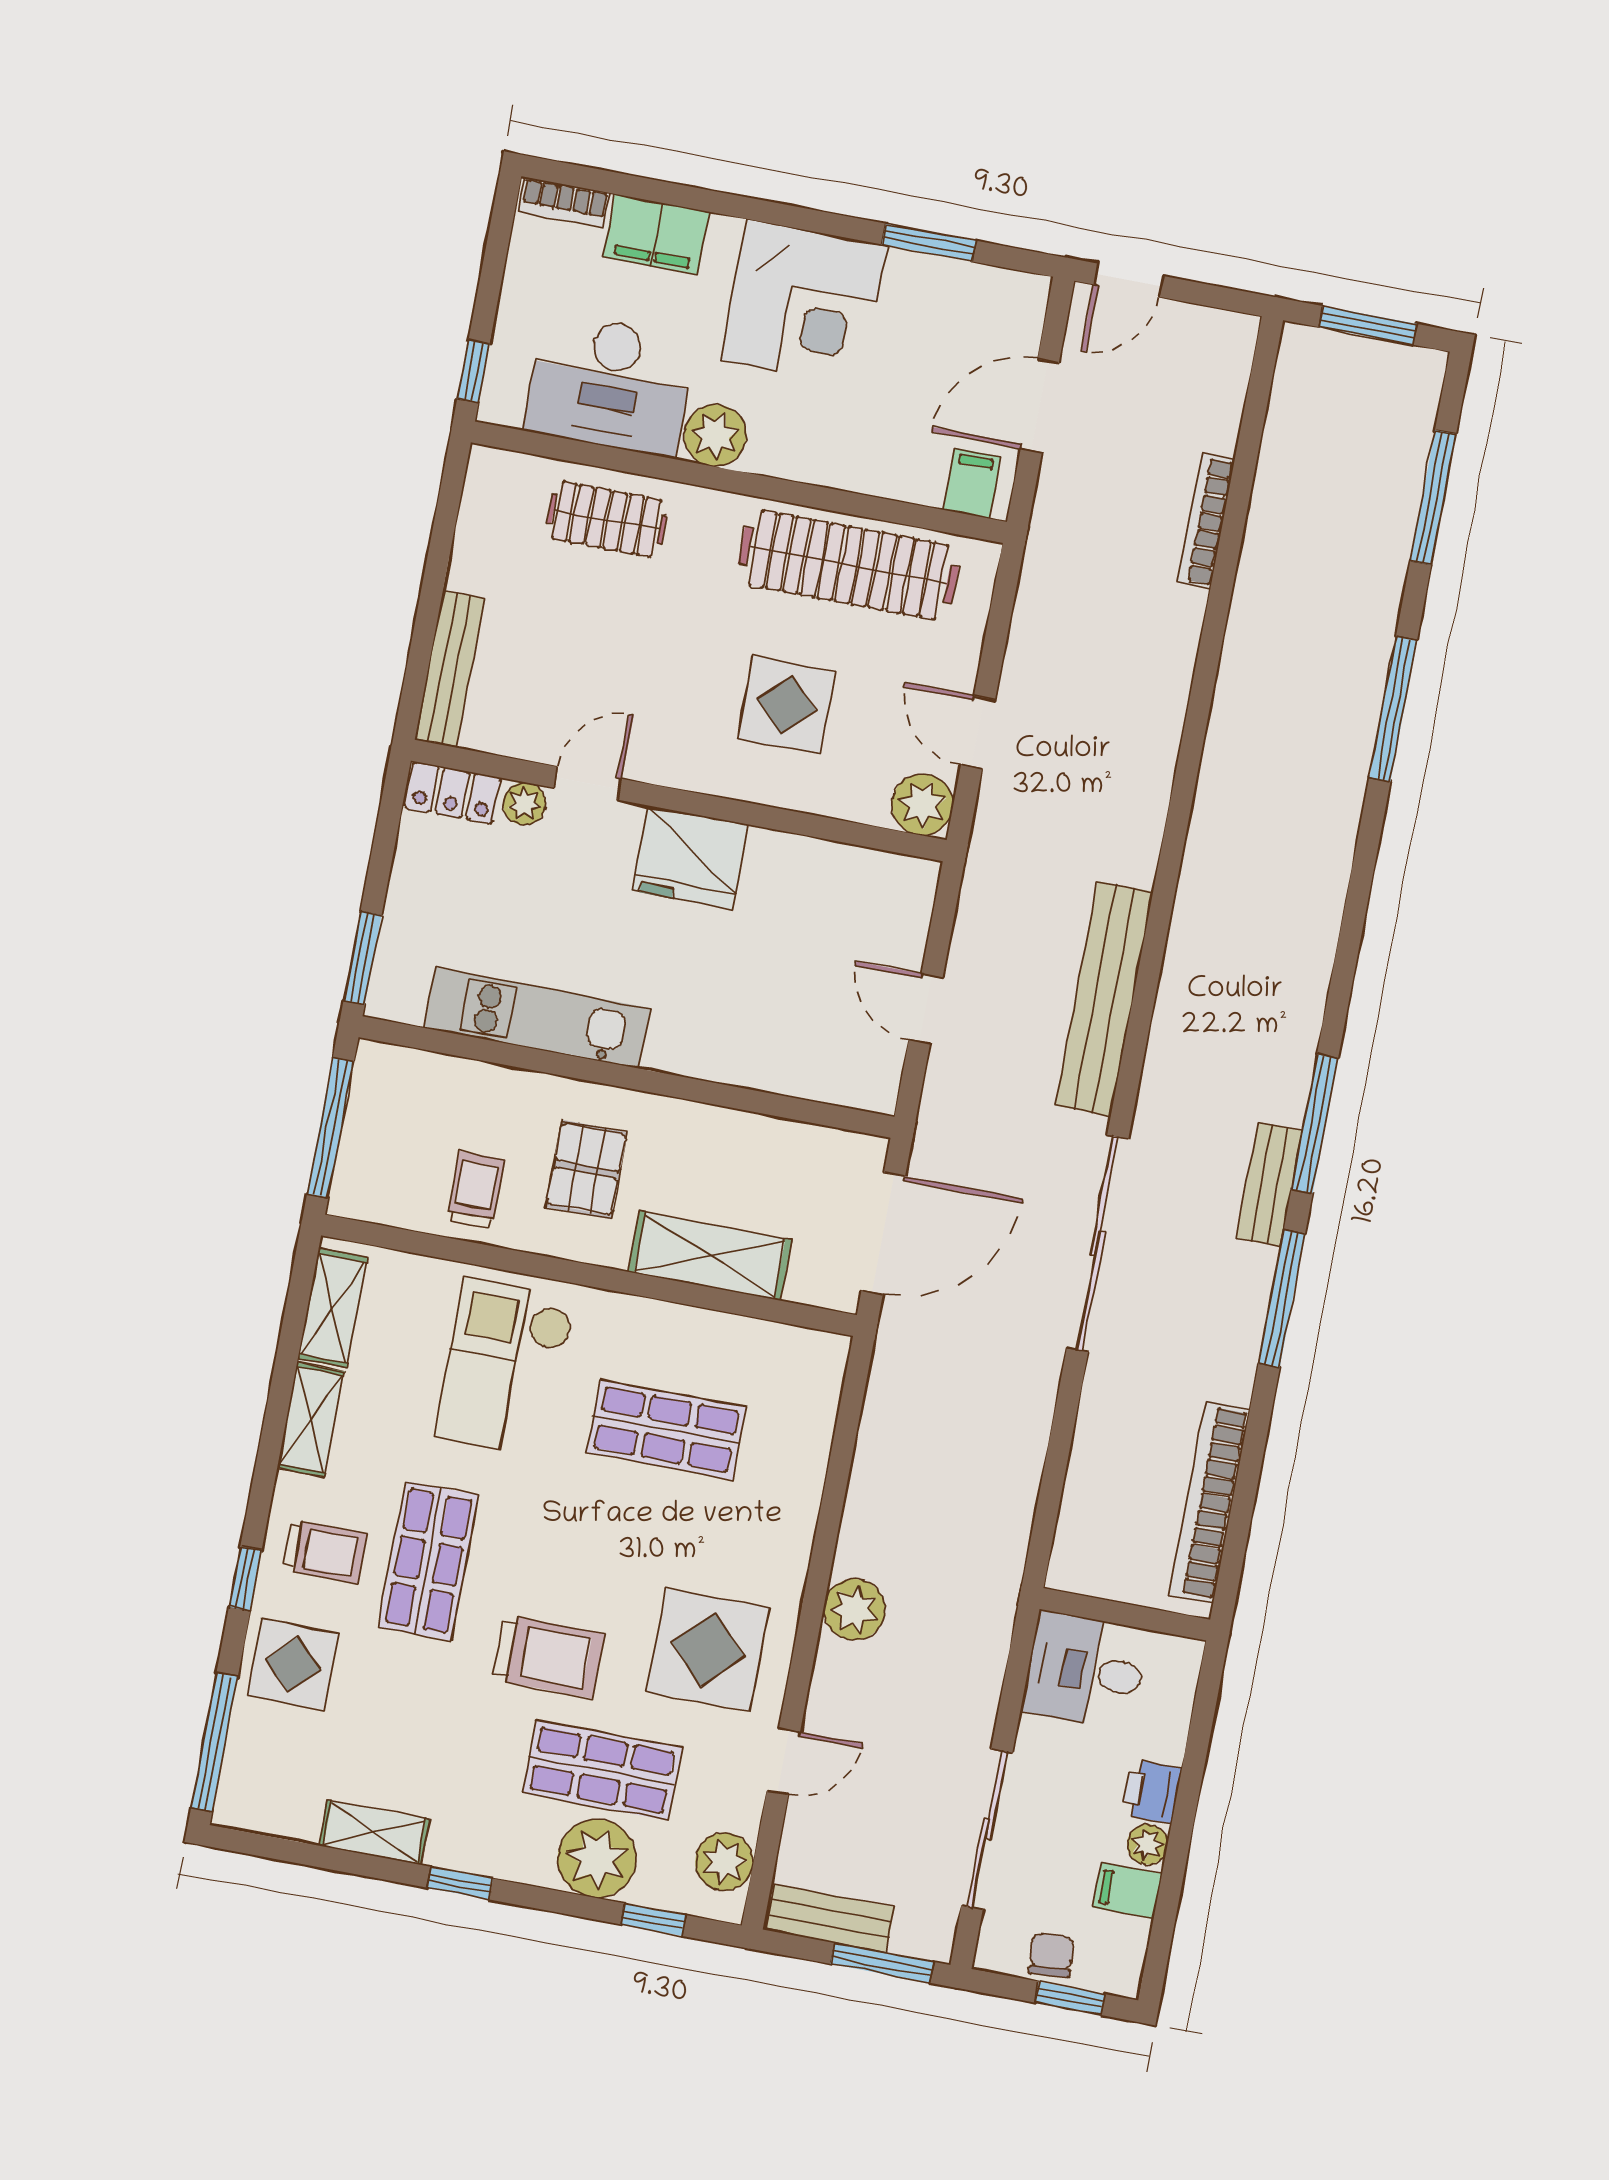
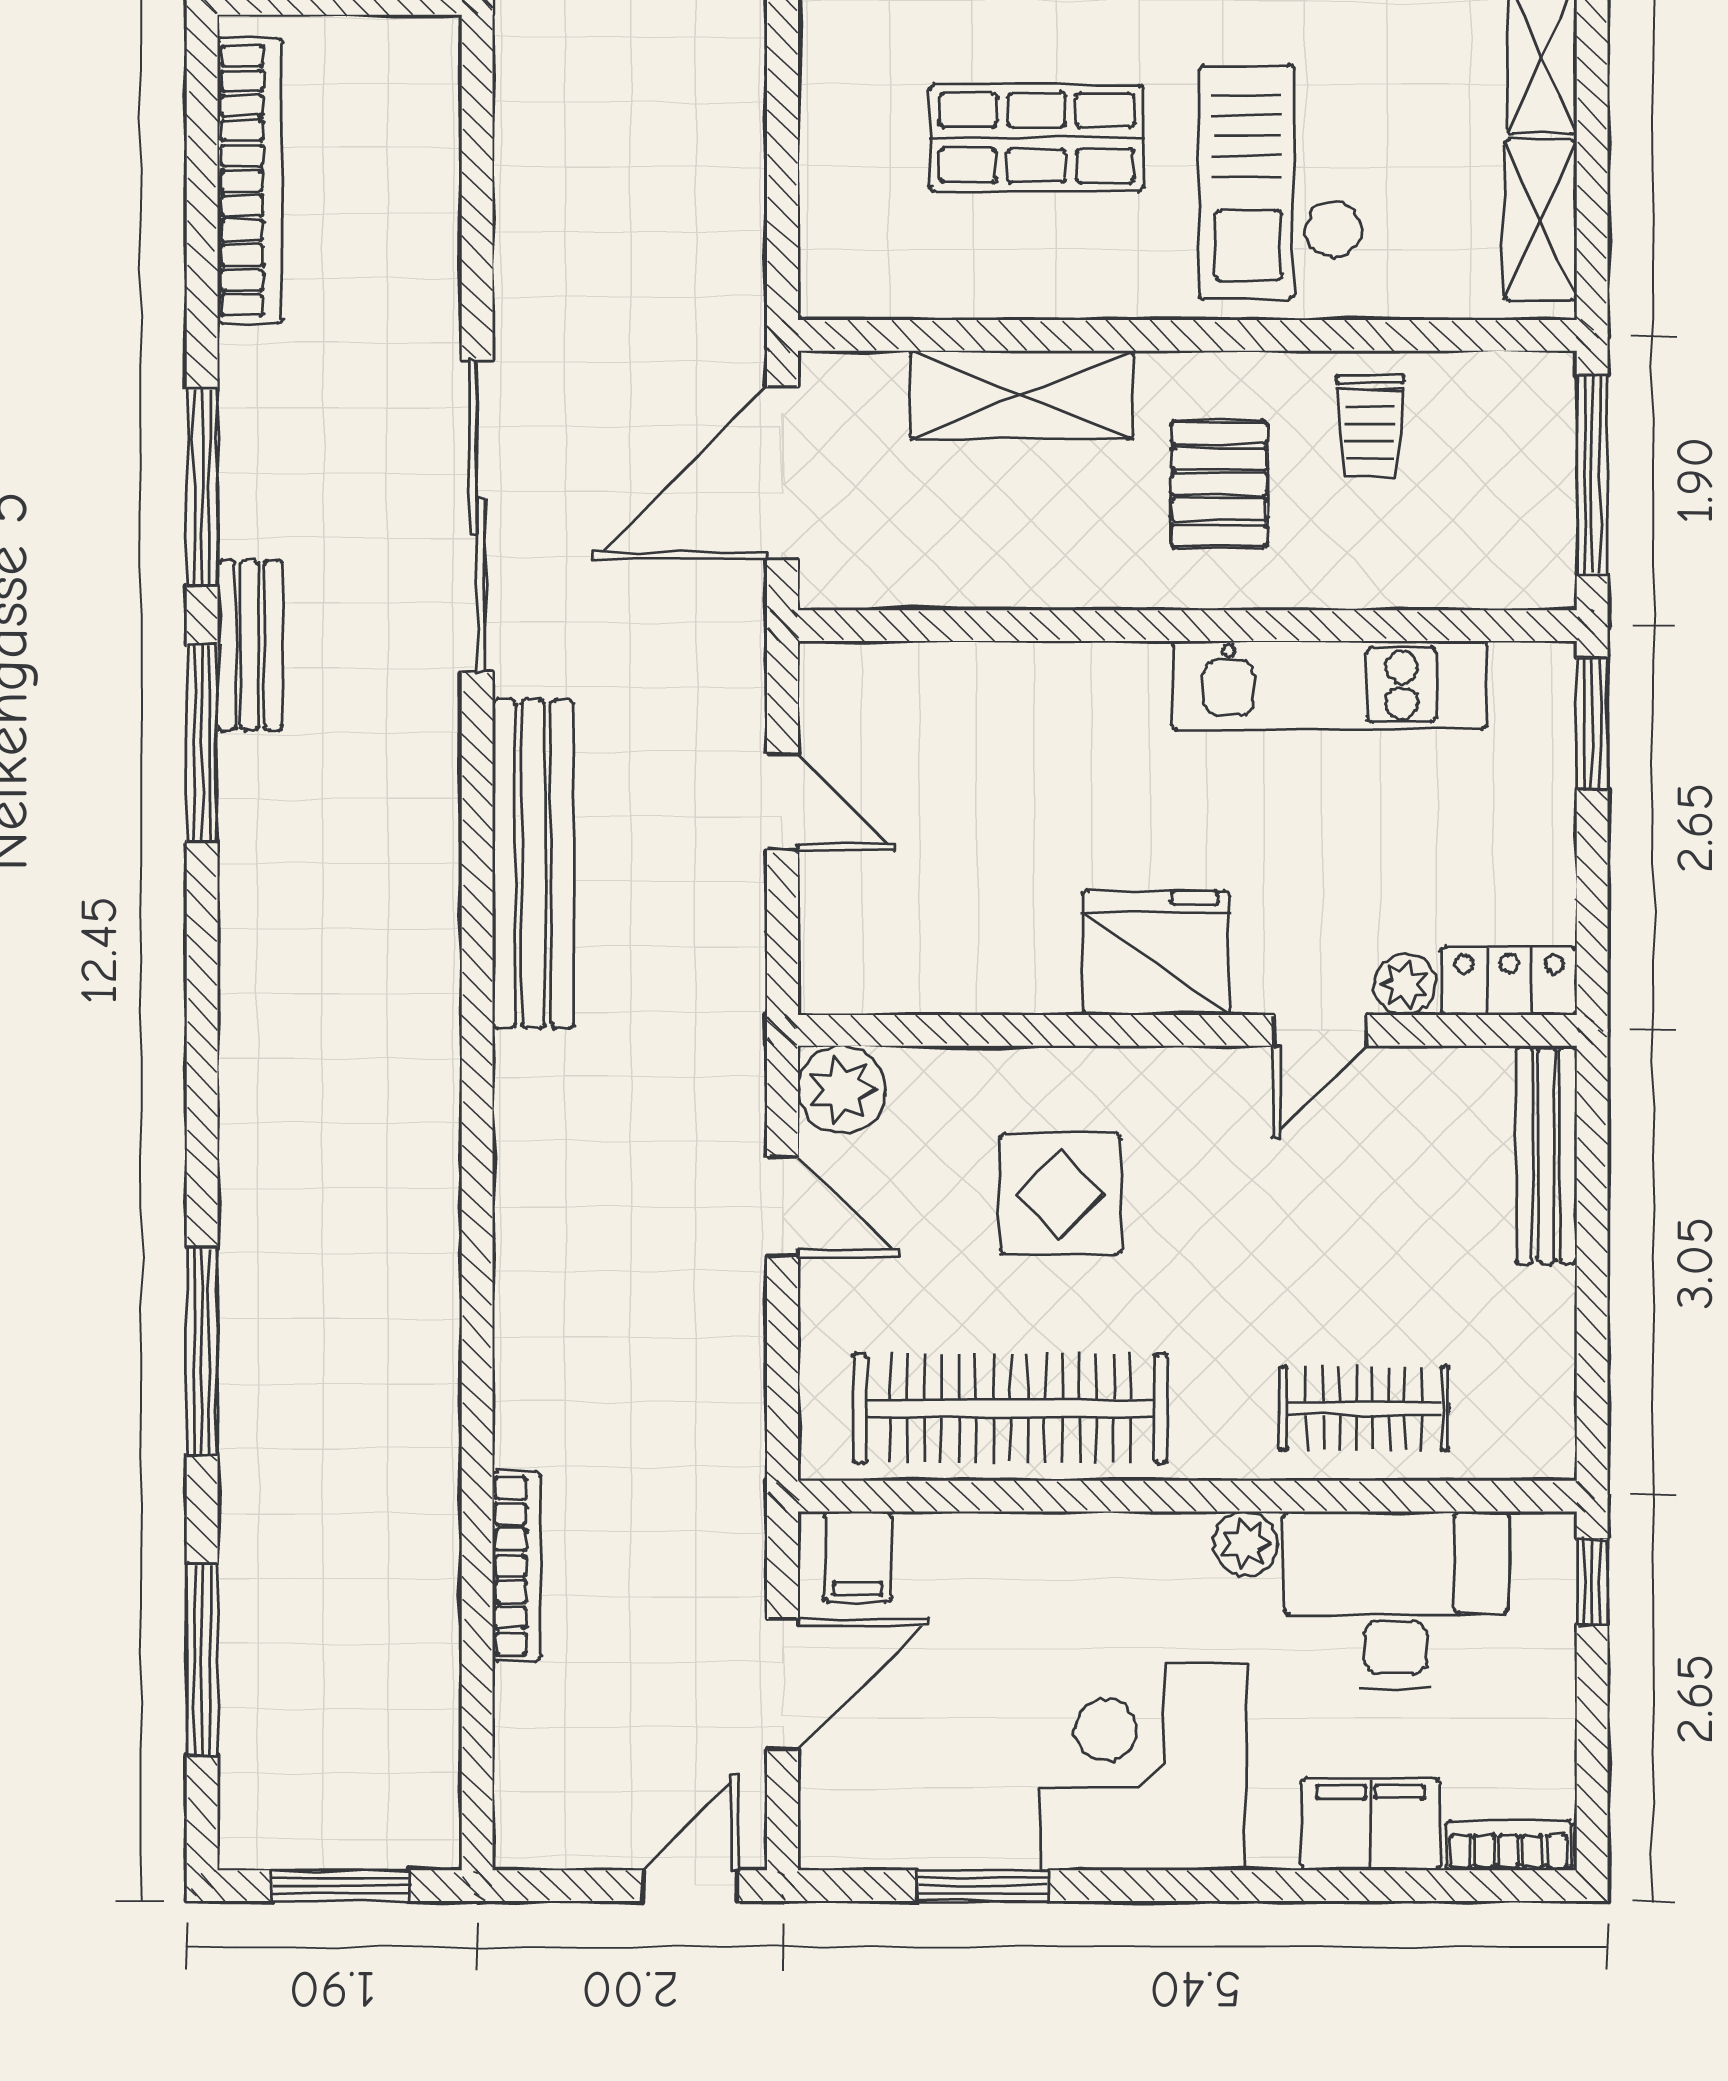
plant: (715, 435) -> (1245, 1544), width x0.73, depth x0.73
checkout: (505, 1368) -> (1281, 182), turned 180

